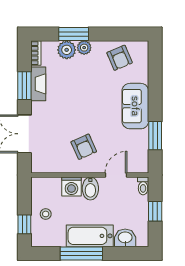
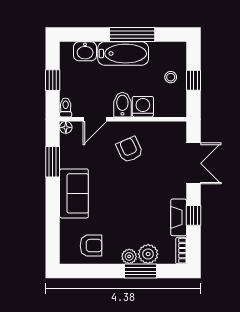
armchair: (120, 58) -> (91, 246), turned 113
window: (24, 86) -> (194, 215), width x0.67
floor lamp: (143, 167) -> (66, 127), added
window: (24, 224) -> (194, 80), moved

